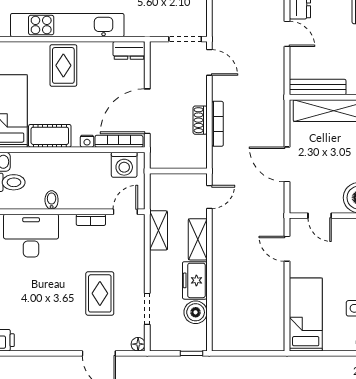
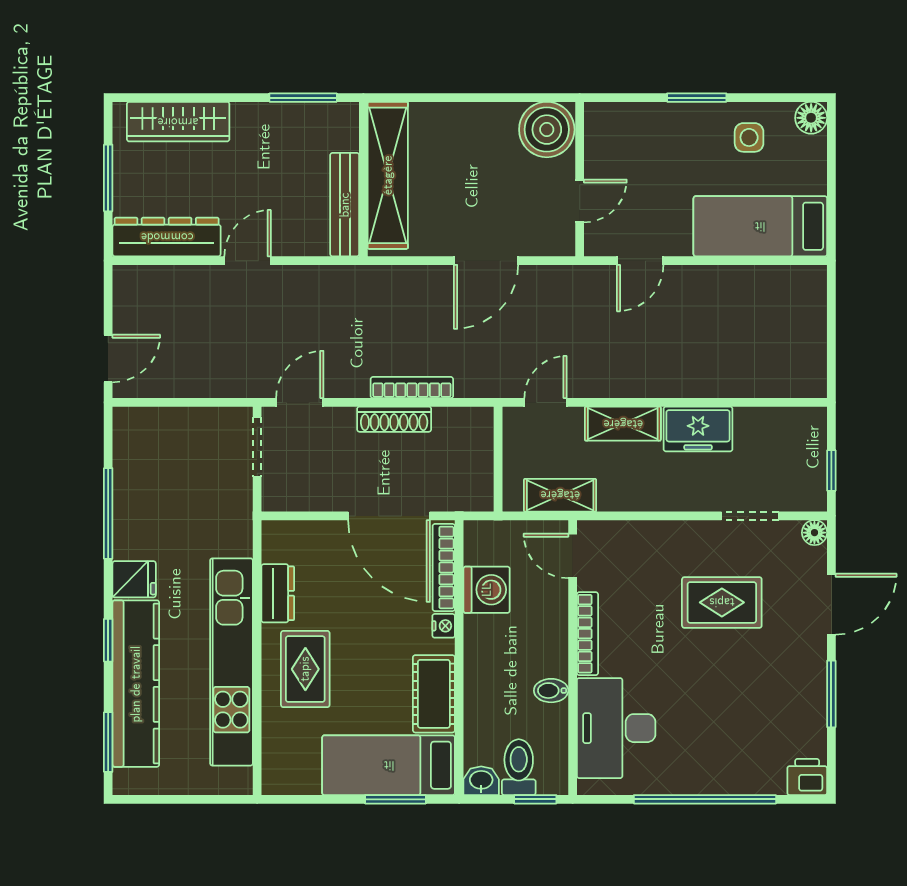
dresser: (129, 50) -> (278, 593), moved
rug: (63, 65) -> (305, 669), turned 90
shoe rack: (200, 120) -> (394, 419), width x1.43
washing machine: (124, 165) -> (487, 590), moved
door: (209, 197) -> (546, 402), hinge flipped
bookcase: (91, 220) -> (587, 634), width x1.56
shelving: (158, 230) -> (560, 495), moved
boiler: (196, 312) -> (756, 428), removed
window: (50, 353) -> (831, 694), added
window: (191, 353) -> (831, 471), moved

